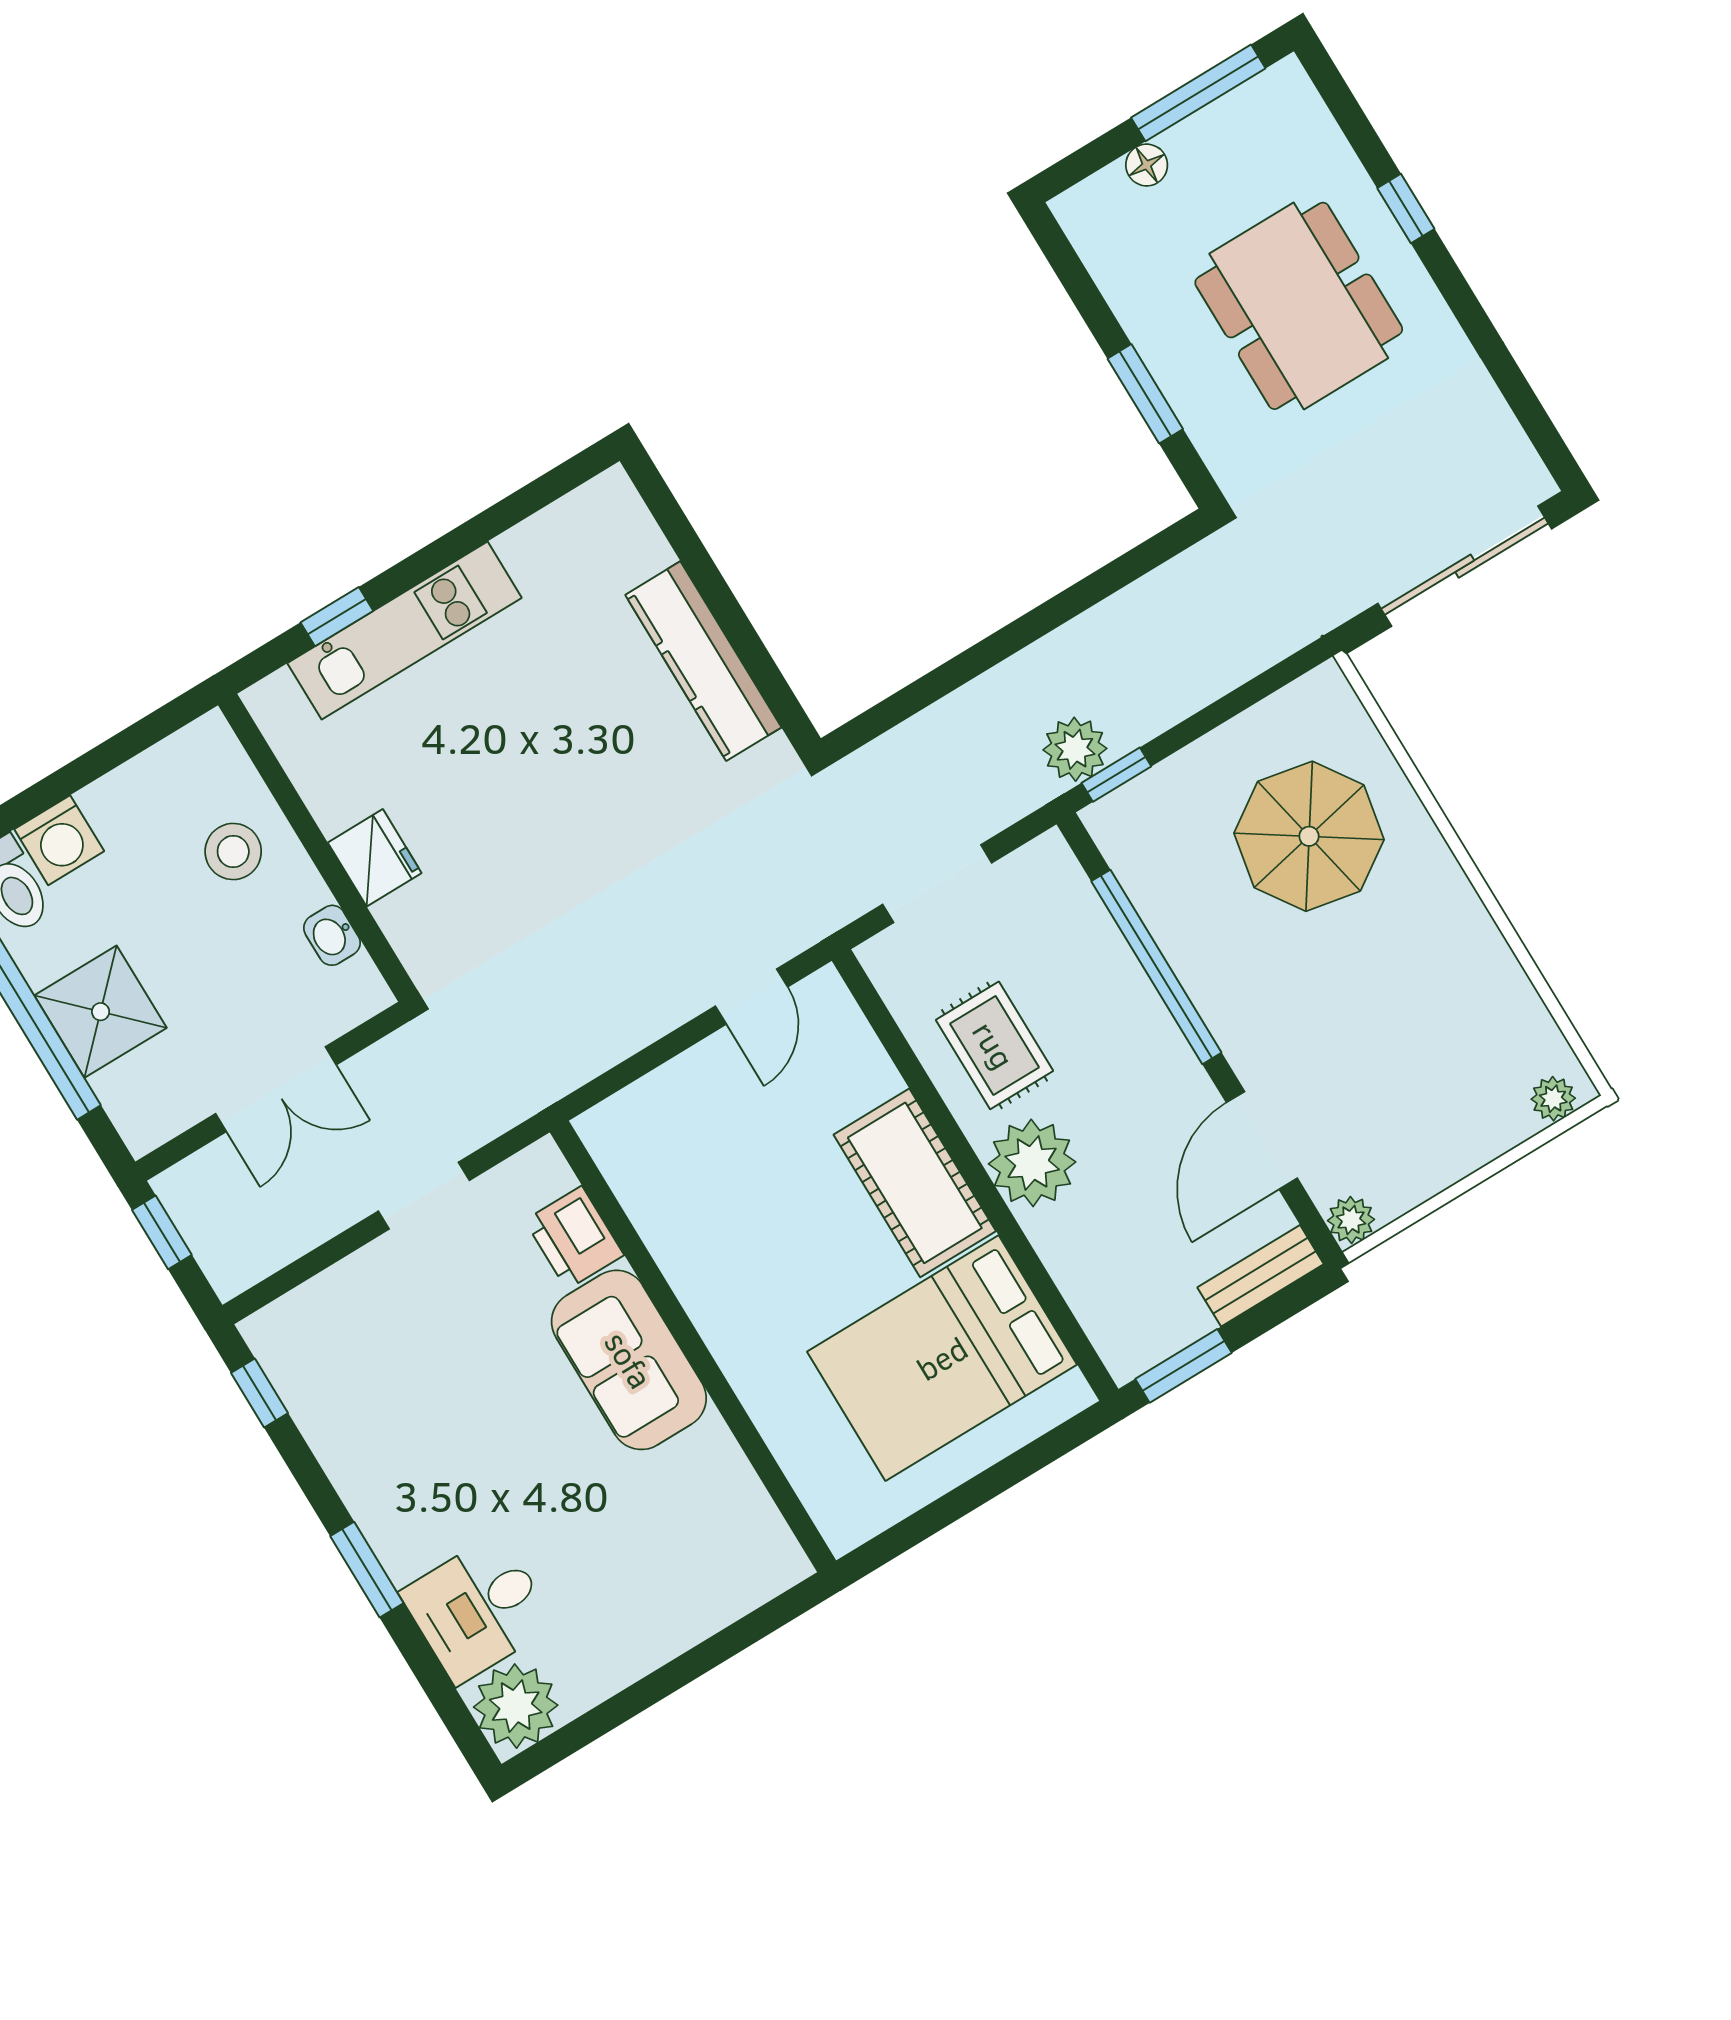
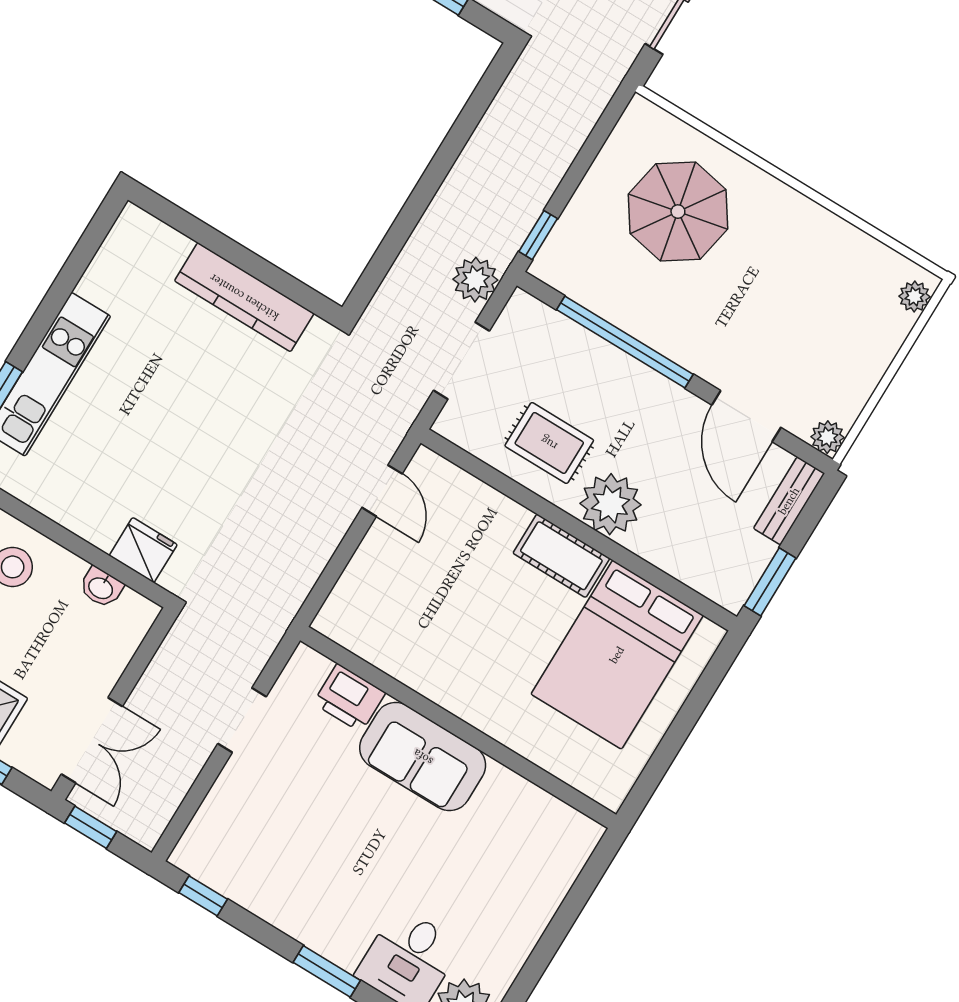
plant: (1075, 749) -> (475, 280), moved
fridge: (375, 858) -> (143, 550), moved
double door: (276, 1089) -> (92, 740), moved
cot: (915, 1183) -> (561, 556), width x0.73, depth x0.75

